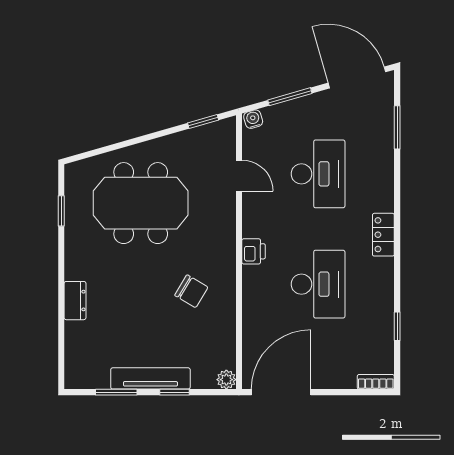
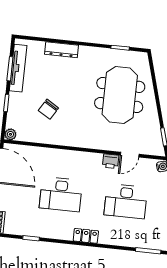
printer: (253, 251) -> (111, 161), moved
chair: (191, 291) -> (48, 109), moved
dresser: (75, 301) -> (62, 50), width x1.44
tv unit: (150, 378) -> (18, 68), moved

